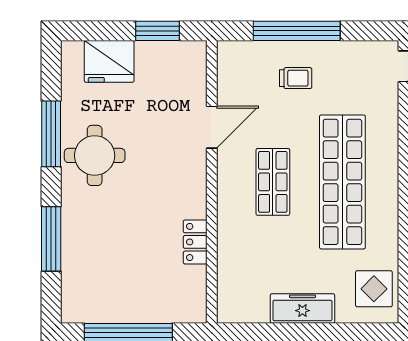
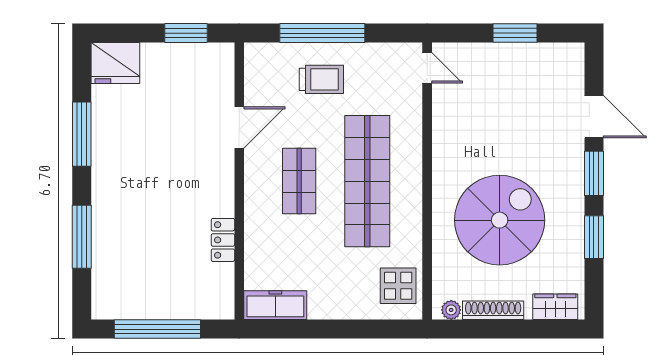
fridge: (109, 61) -> (115, 63), moved
trolley: (296, 78) -> (321, 79), width x1.36, depth x1.39
round table: (95, 155) -> (124, 155), removed
freezer: (302, 308) -> (275, 305), moved

